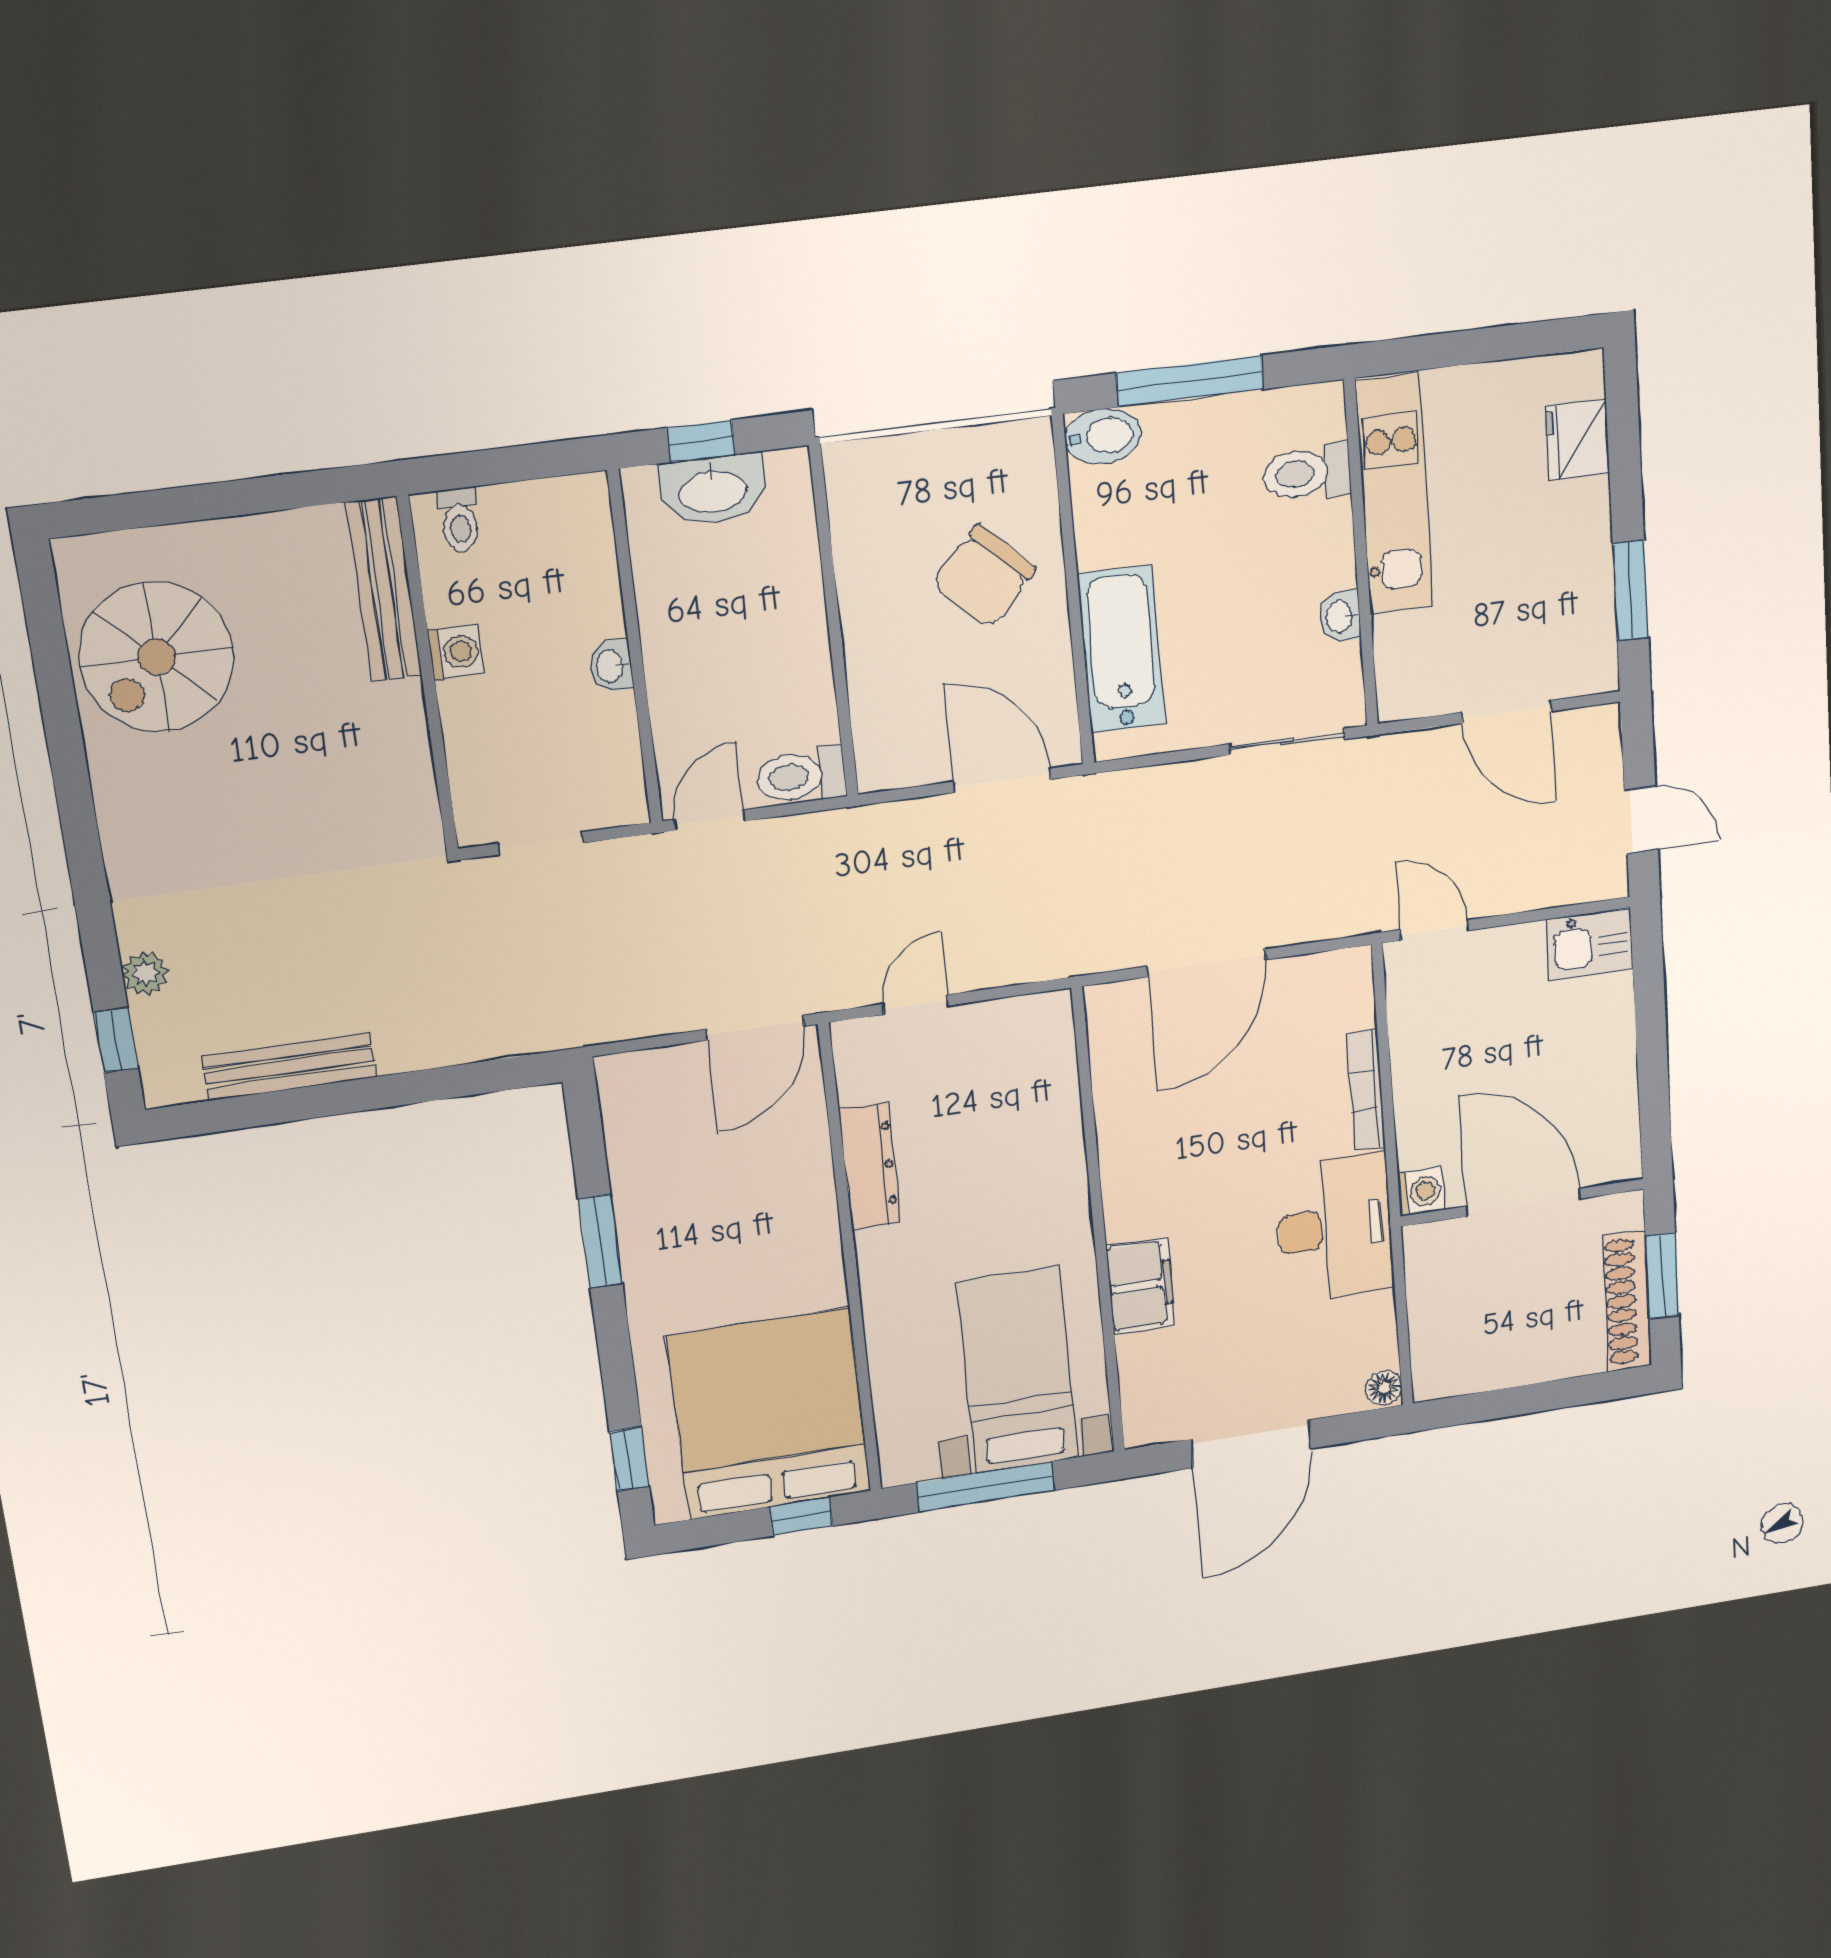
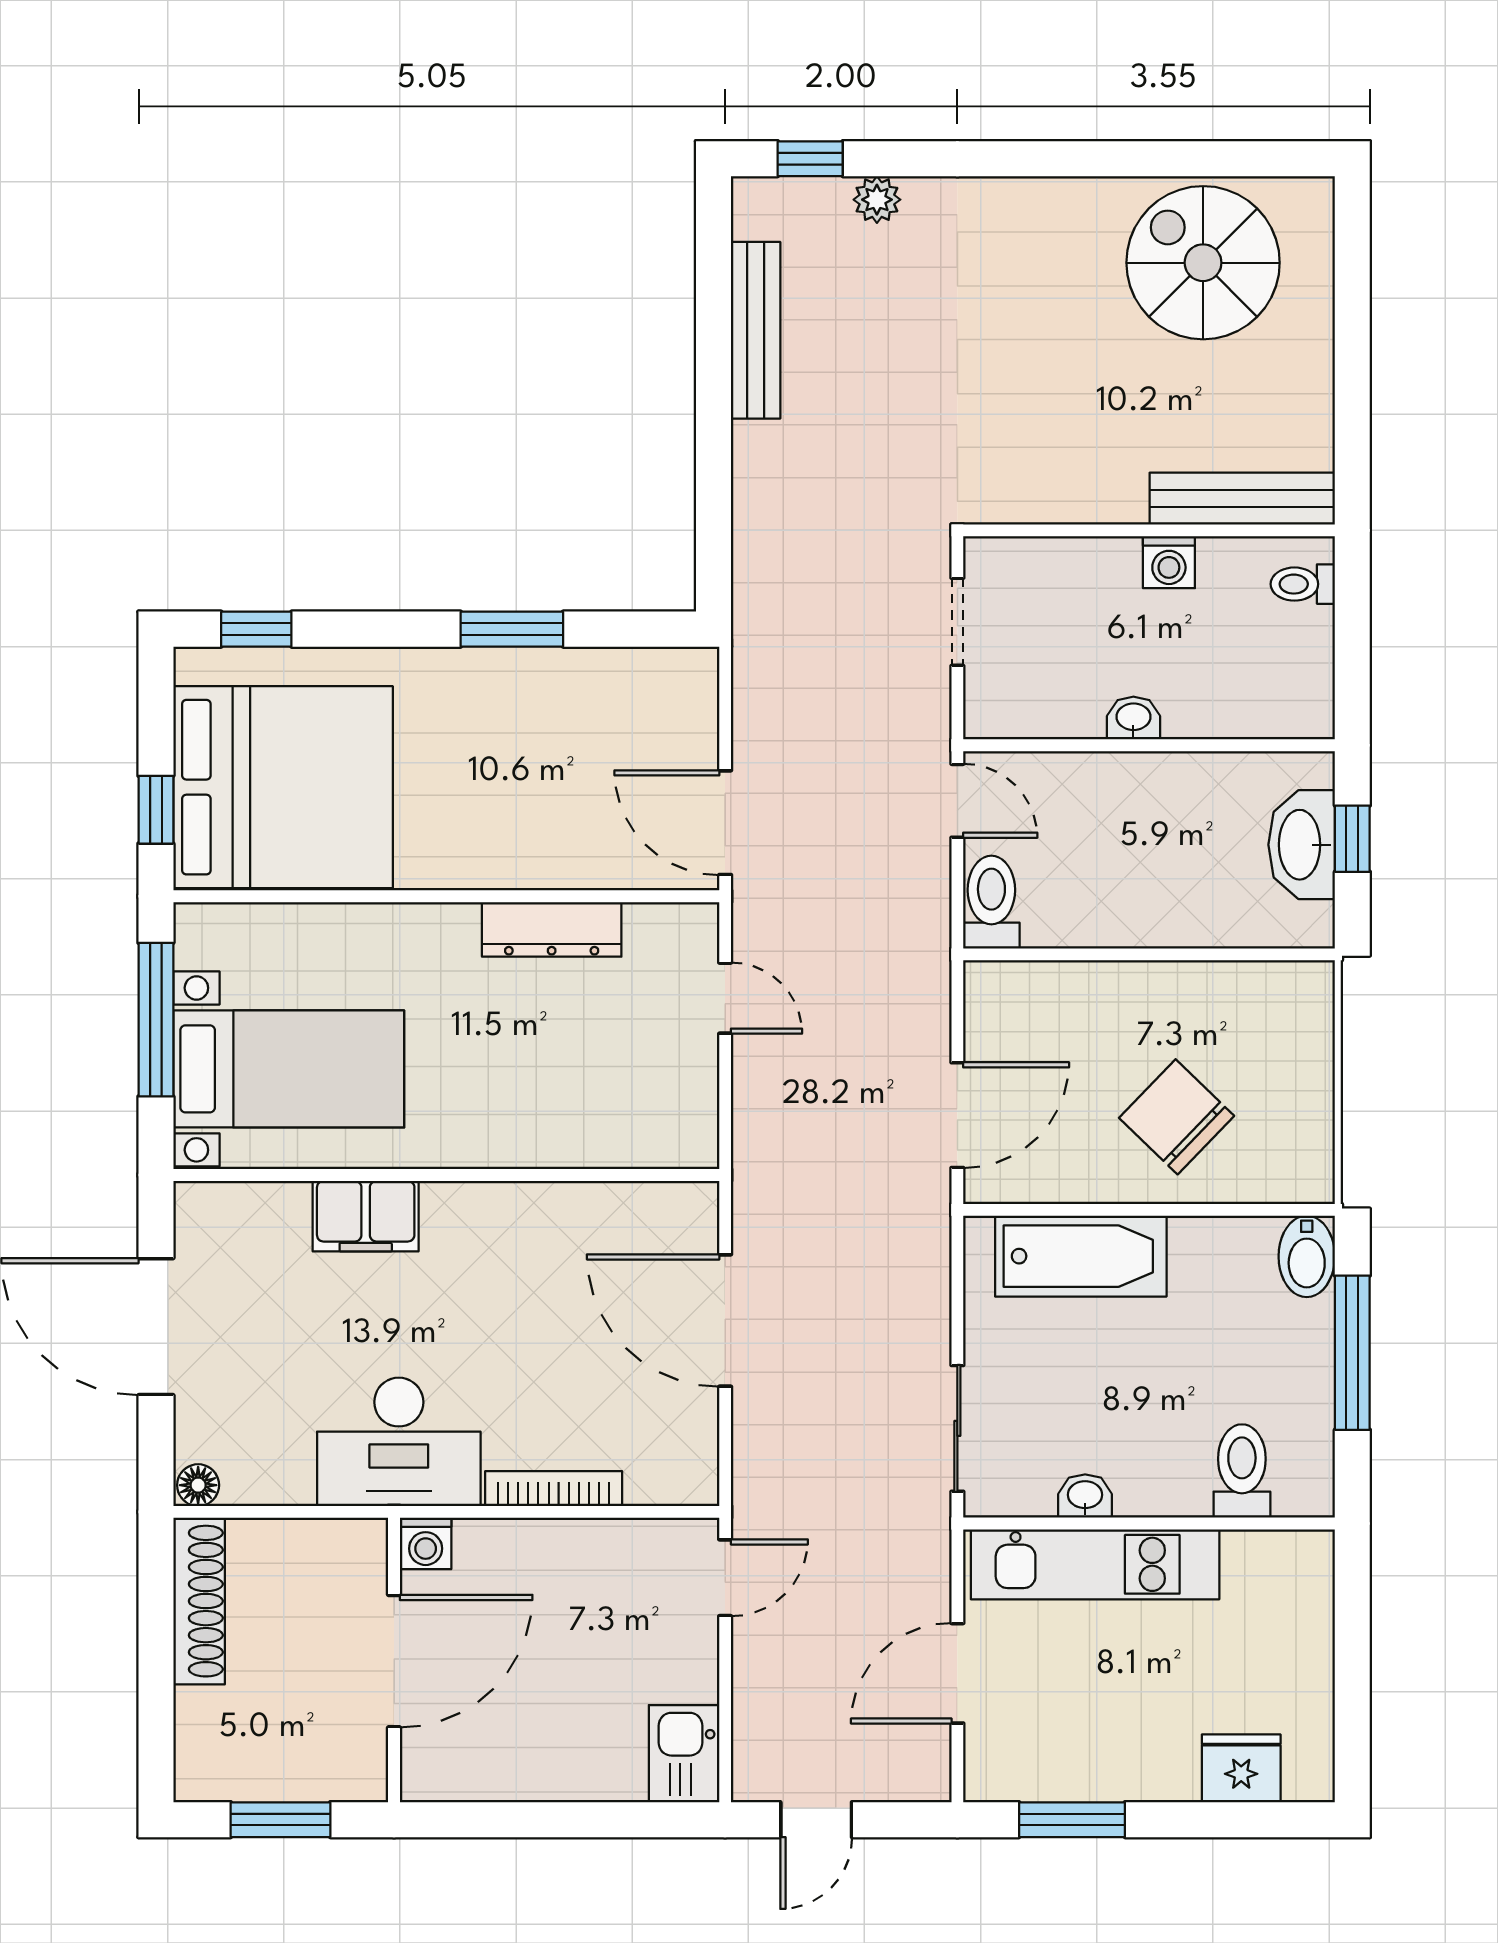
kitchen unit: (1395, 495) -> (1095, 1564), moved
shoe rack: (1627, 1301) -> (199, 1601), moved, turned 90

